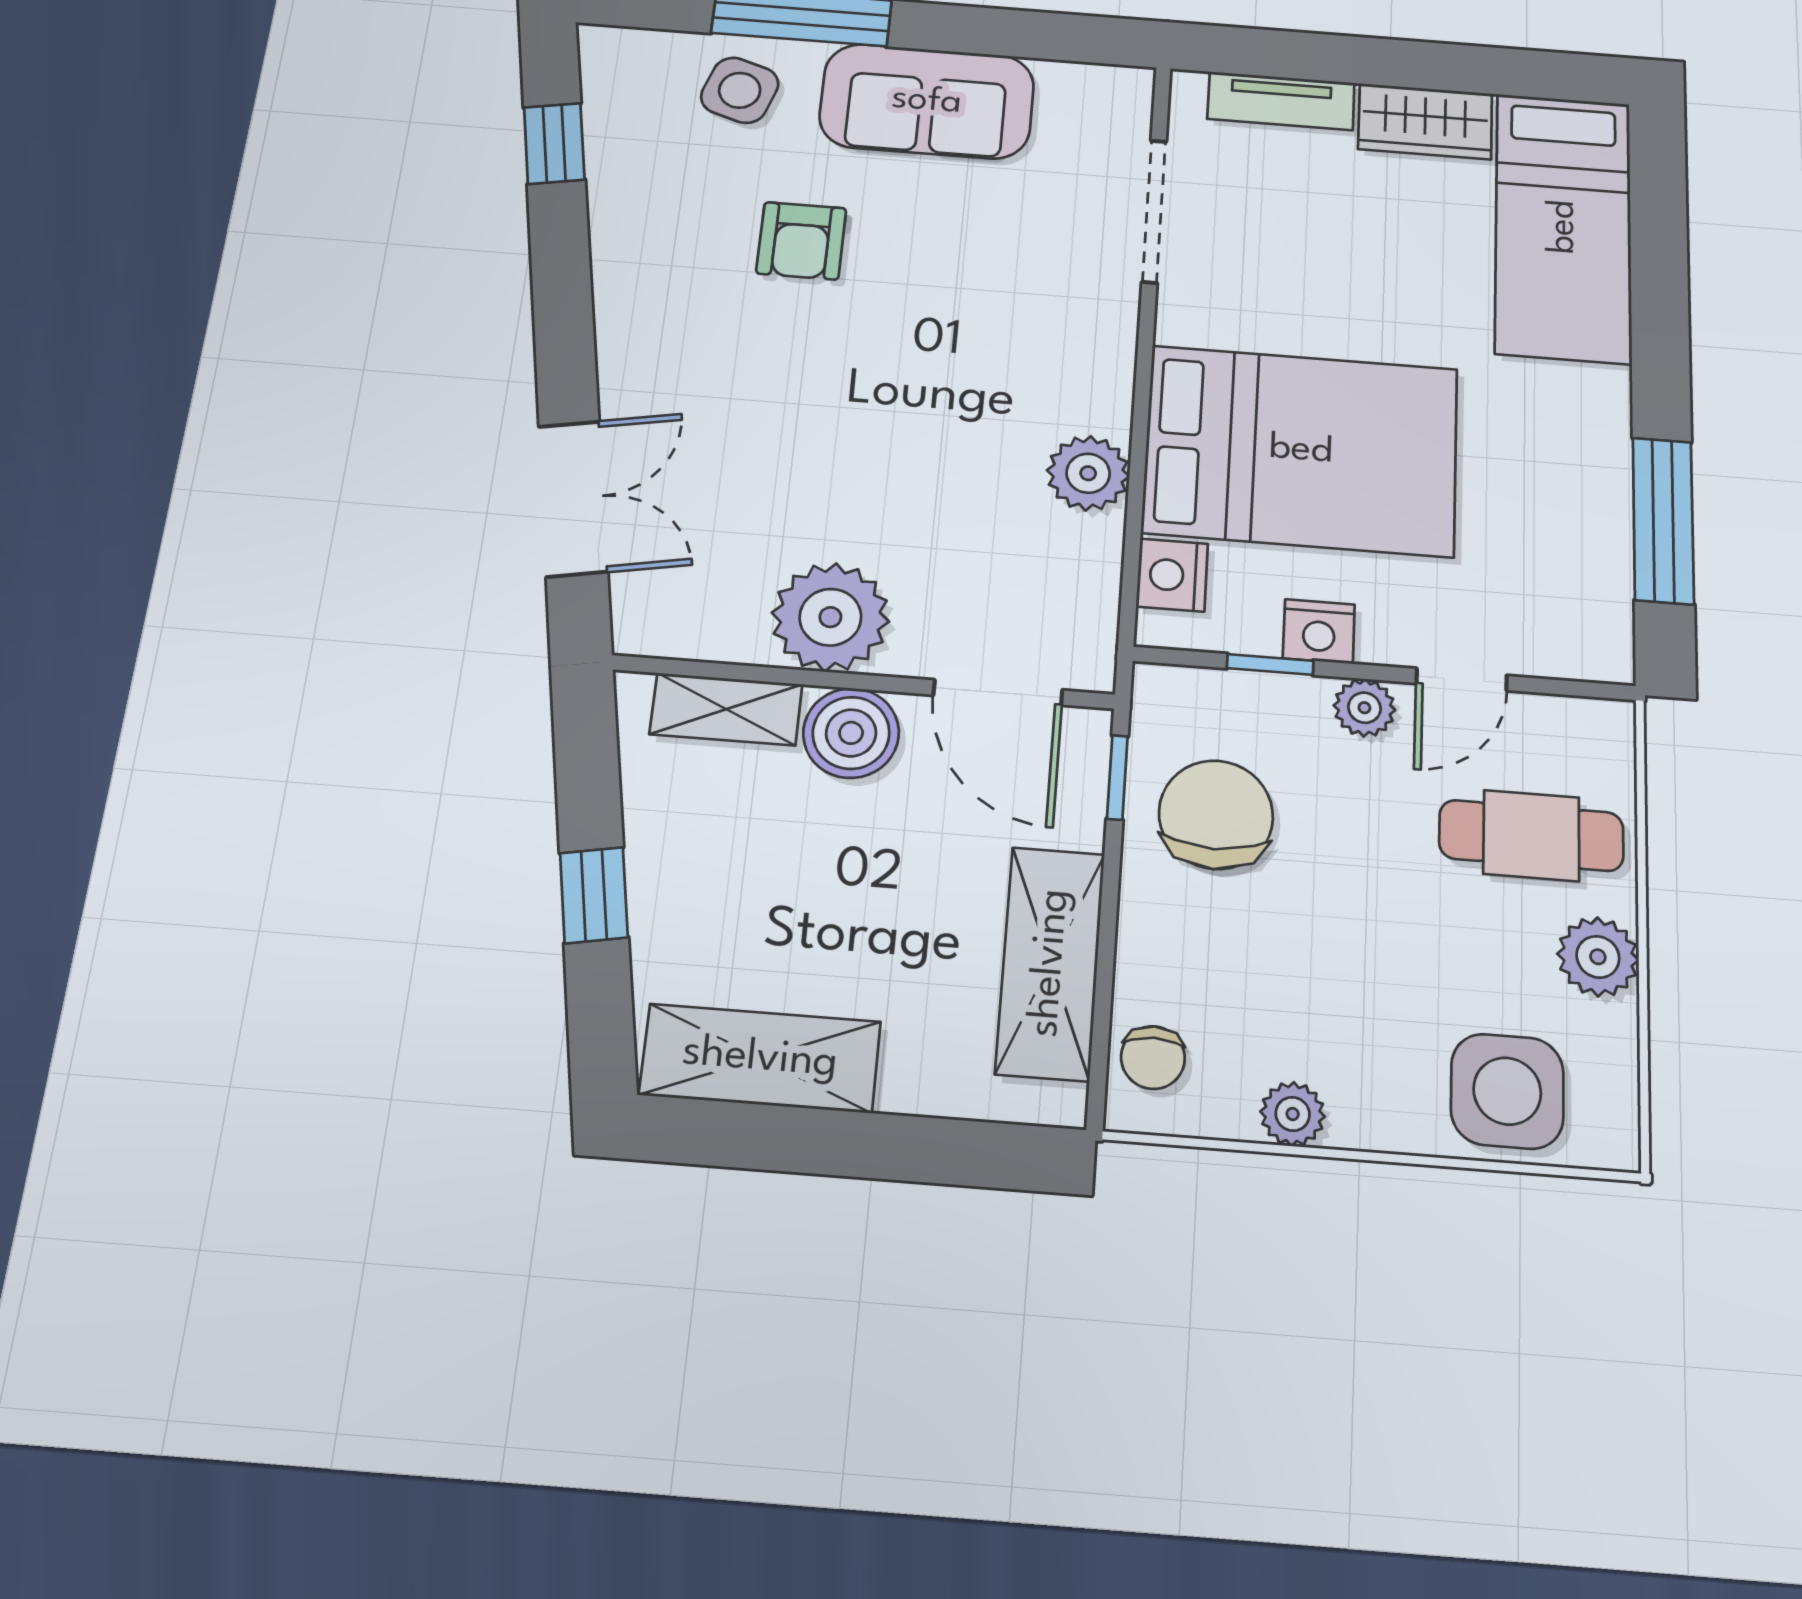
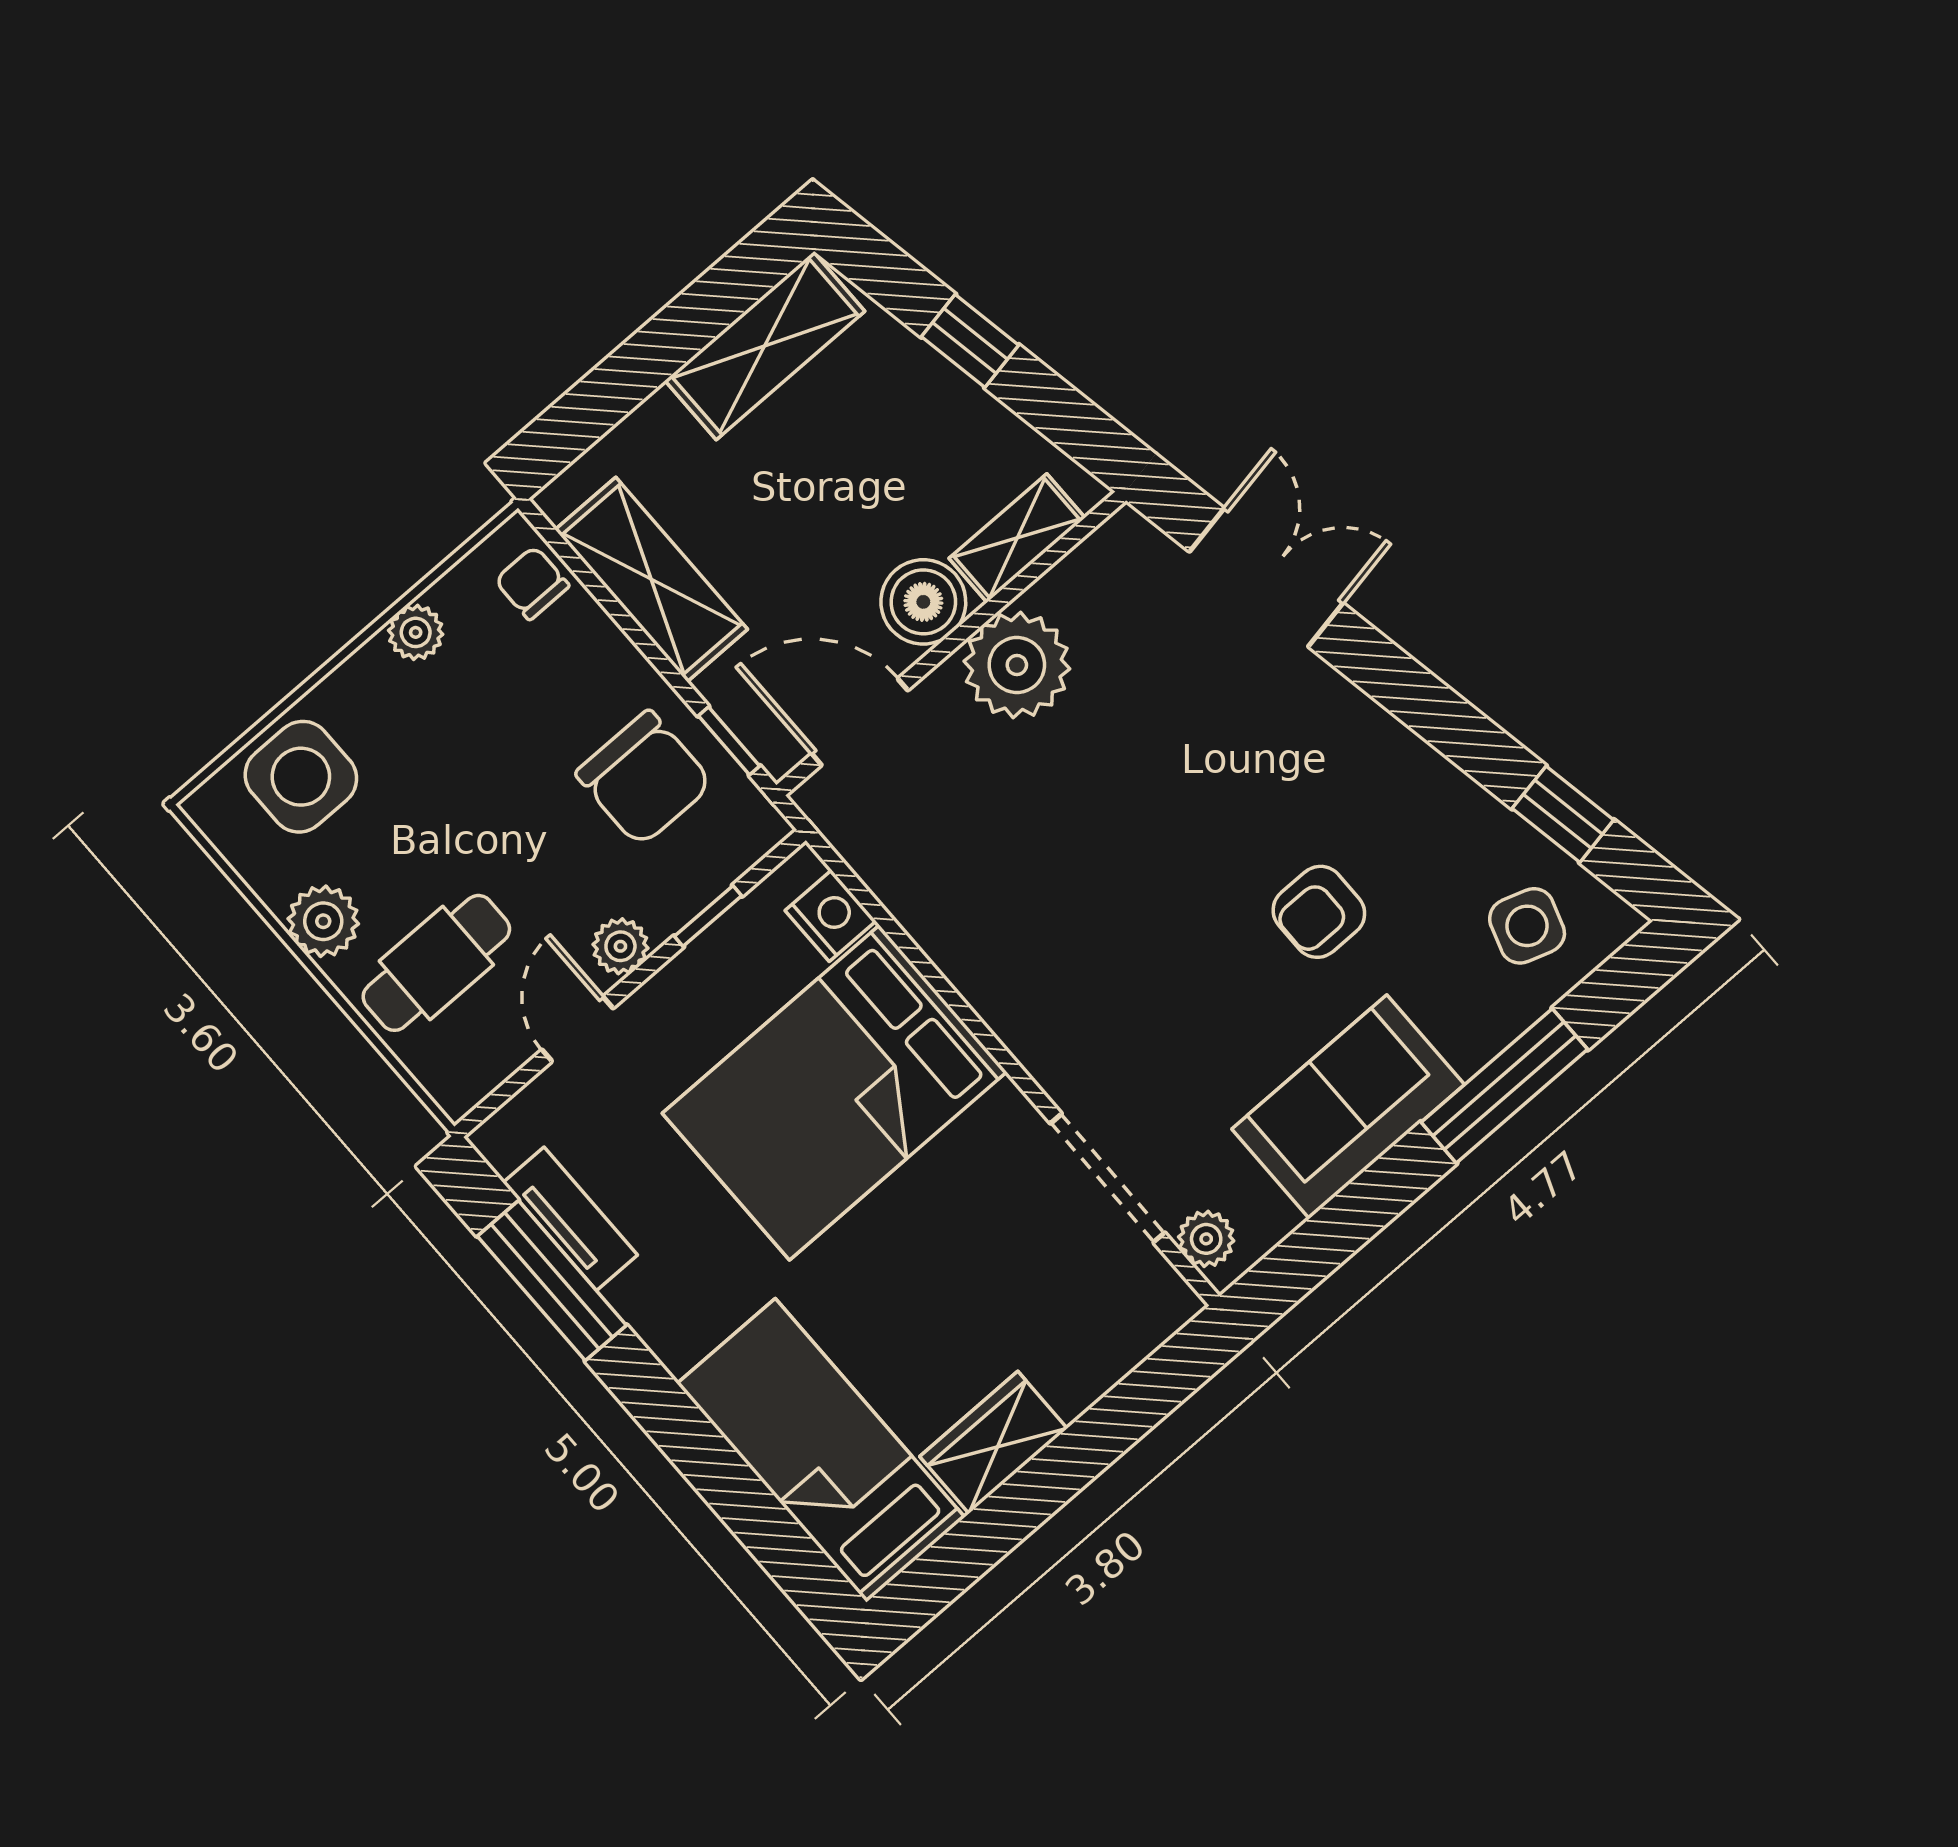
side table: (740, 90) -> (1527, 926), moved
tv unit: (1281, 101) -> (570, 1219), moved, turned 90
armchair: (801, 241) -> (1319, 912), turned -90
plant: (1088, 473) -> (1206, 1239), moved, width x0.73, depth x0.73
double door: (573, 498) -> (1266, 577), swing flipped
nightstand: (1319, 631) -> (699, 971), removed

